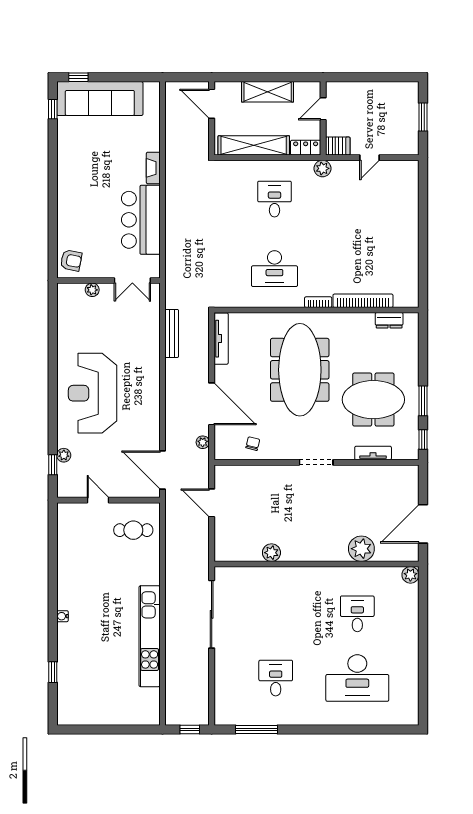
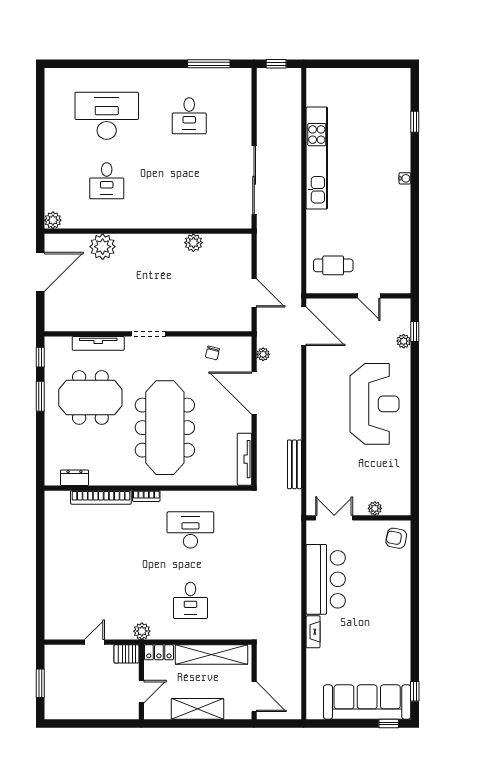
tv unit: (373, 453) -> (98, 343), width x1.41

